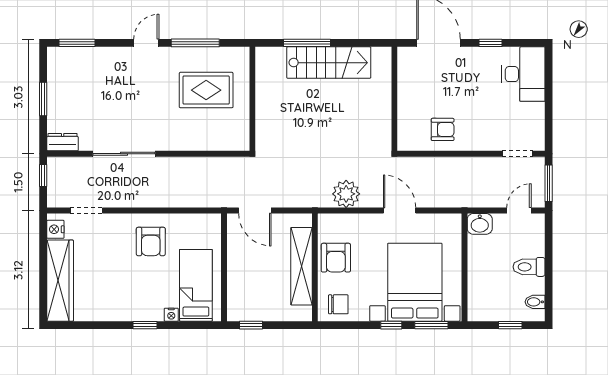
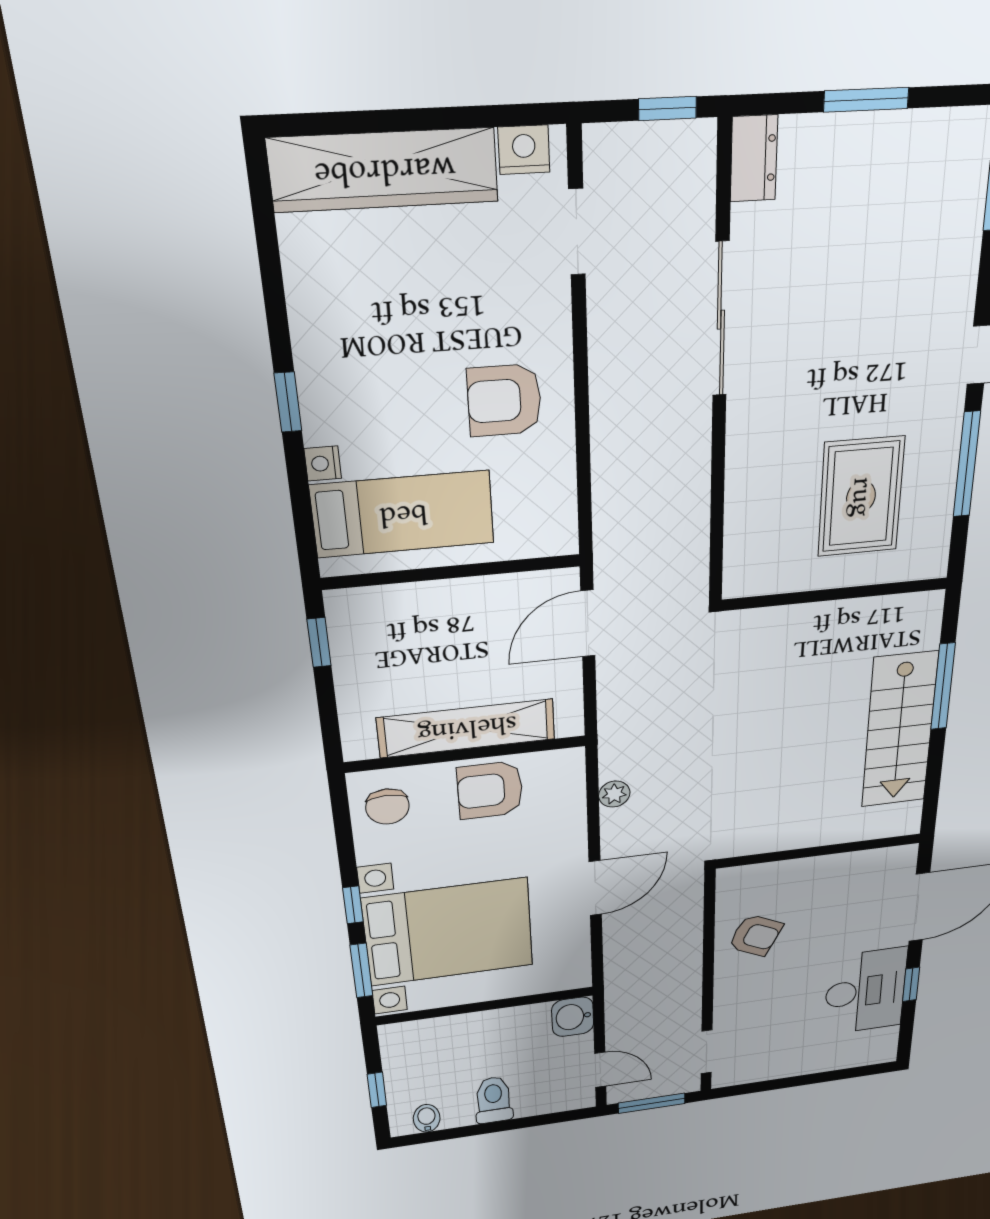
desk: (523, 74) -> (865, 991), moved, turned -90
armchair: (443, 129) -> (755, 935), turned -64
plant: (346, 194) -> (614, 794), width x0.53, depth x0.53

